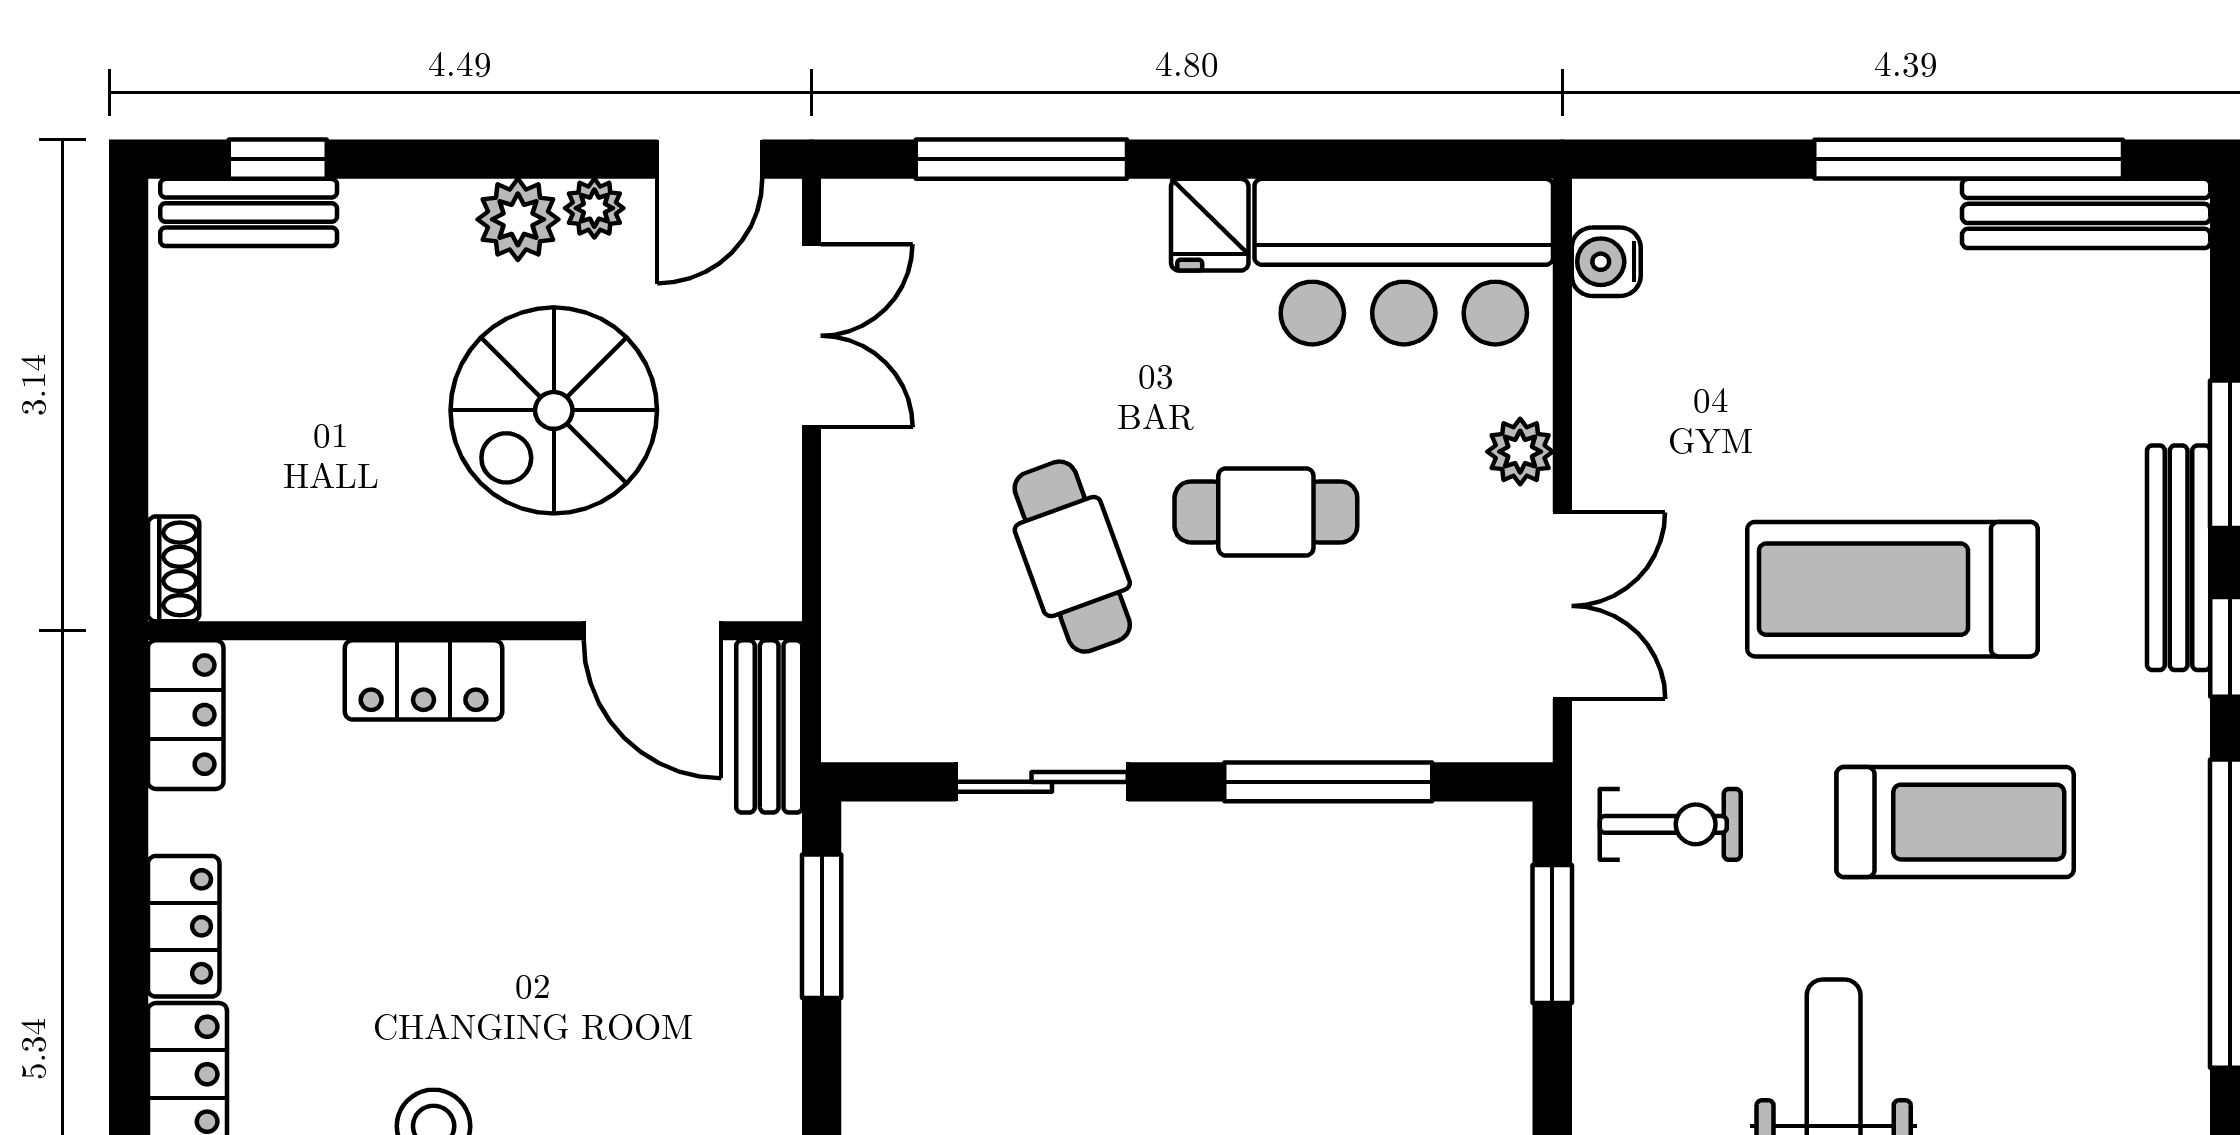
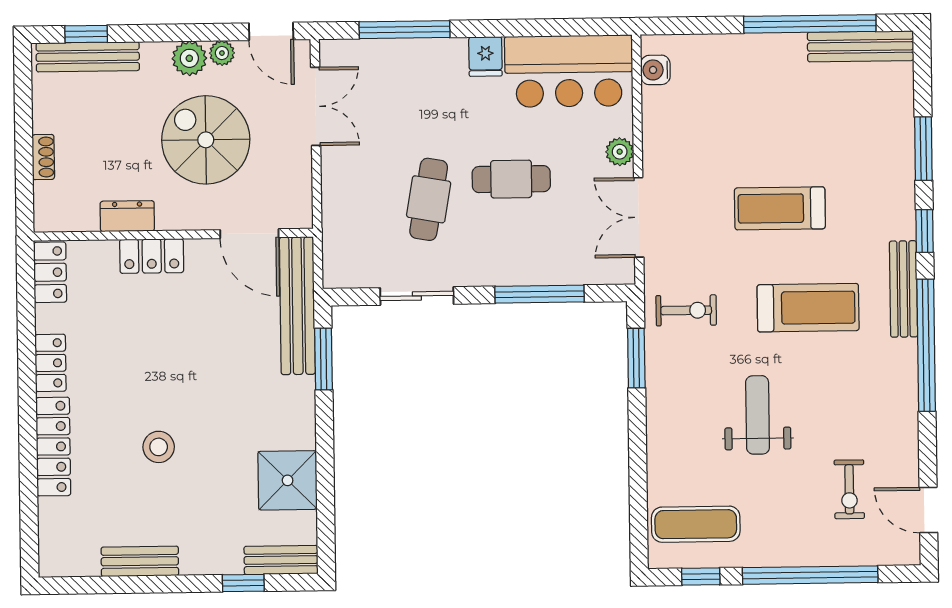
door: (710, 159) -> (271, 31), hinge flipped
bench: (249, 212) -> (88, 57), width x1.36
spiral stairs: (554, 410) -> (206, 140), turned 90
cafe table: (1072, 557) -> (429, 199), turned 30
bench: (2179, 558) -> (903, 289), moved
shoe rack: (174, 569) -> (43, 157), moved
dresser: (368, 586) -> (127, 216), added
treadmill: (1892, 589) -> (780, 208), width x0.73, depth x0.73
double door: (1562, 606) -> (639, 217), swing flipped
bench: (769, 726) -> (297, 306), width x1.86, depth x1.21

